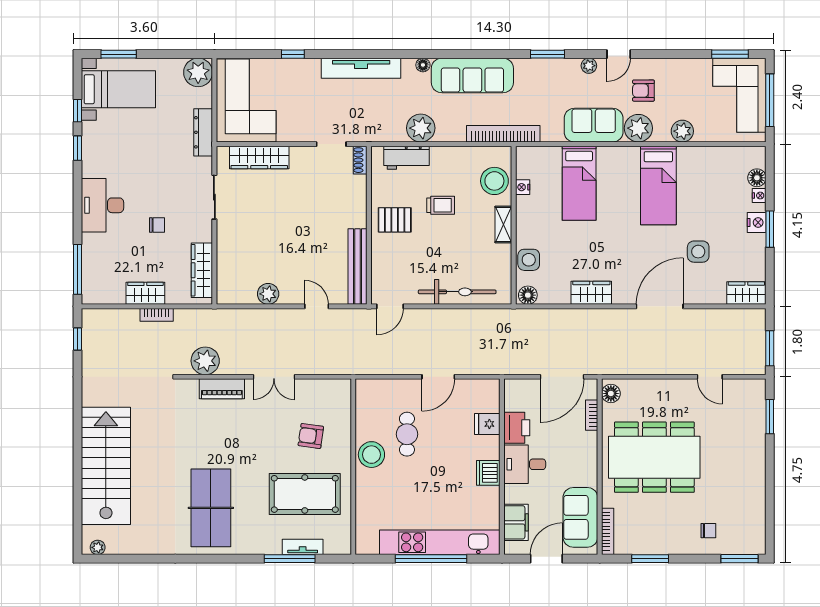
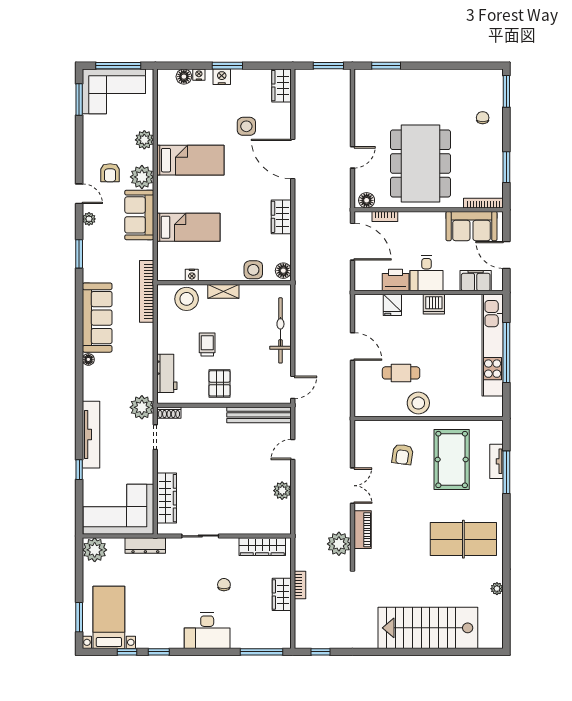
tv unit: (361, 68) -> (91, 435), moved
plant: (421, 128) -> (142, 407), moved
door: (390, 306) -> (293, 387), hinge flipped
door: (710, 377) -> (352, 157), moved
plant: (98, 547) -> (497, 589), moved

